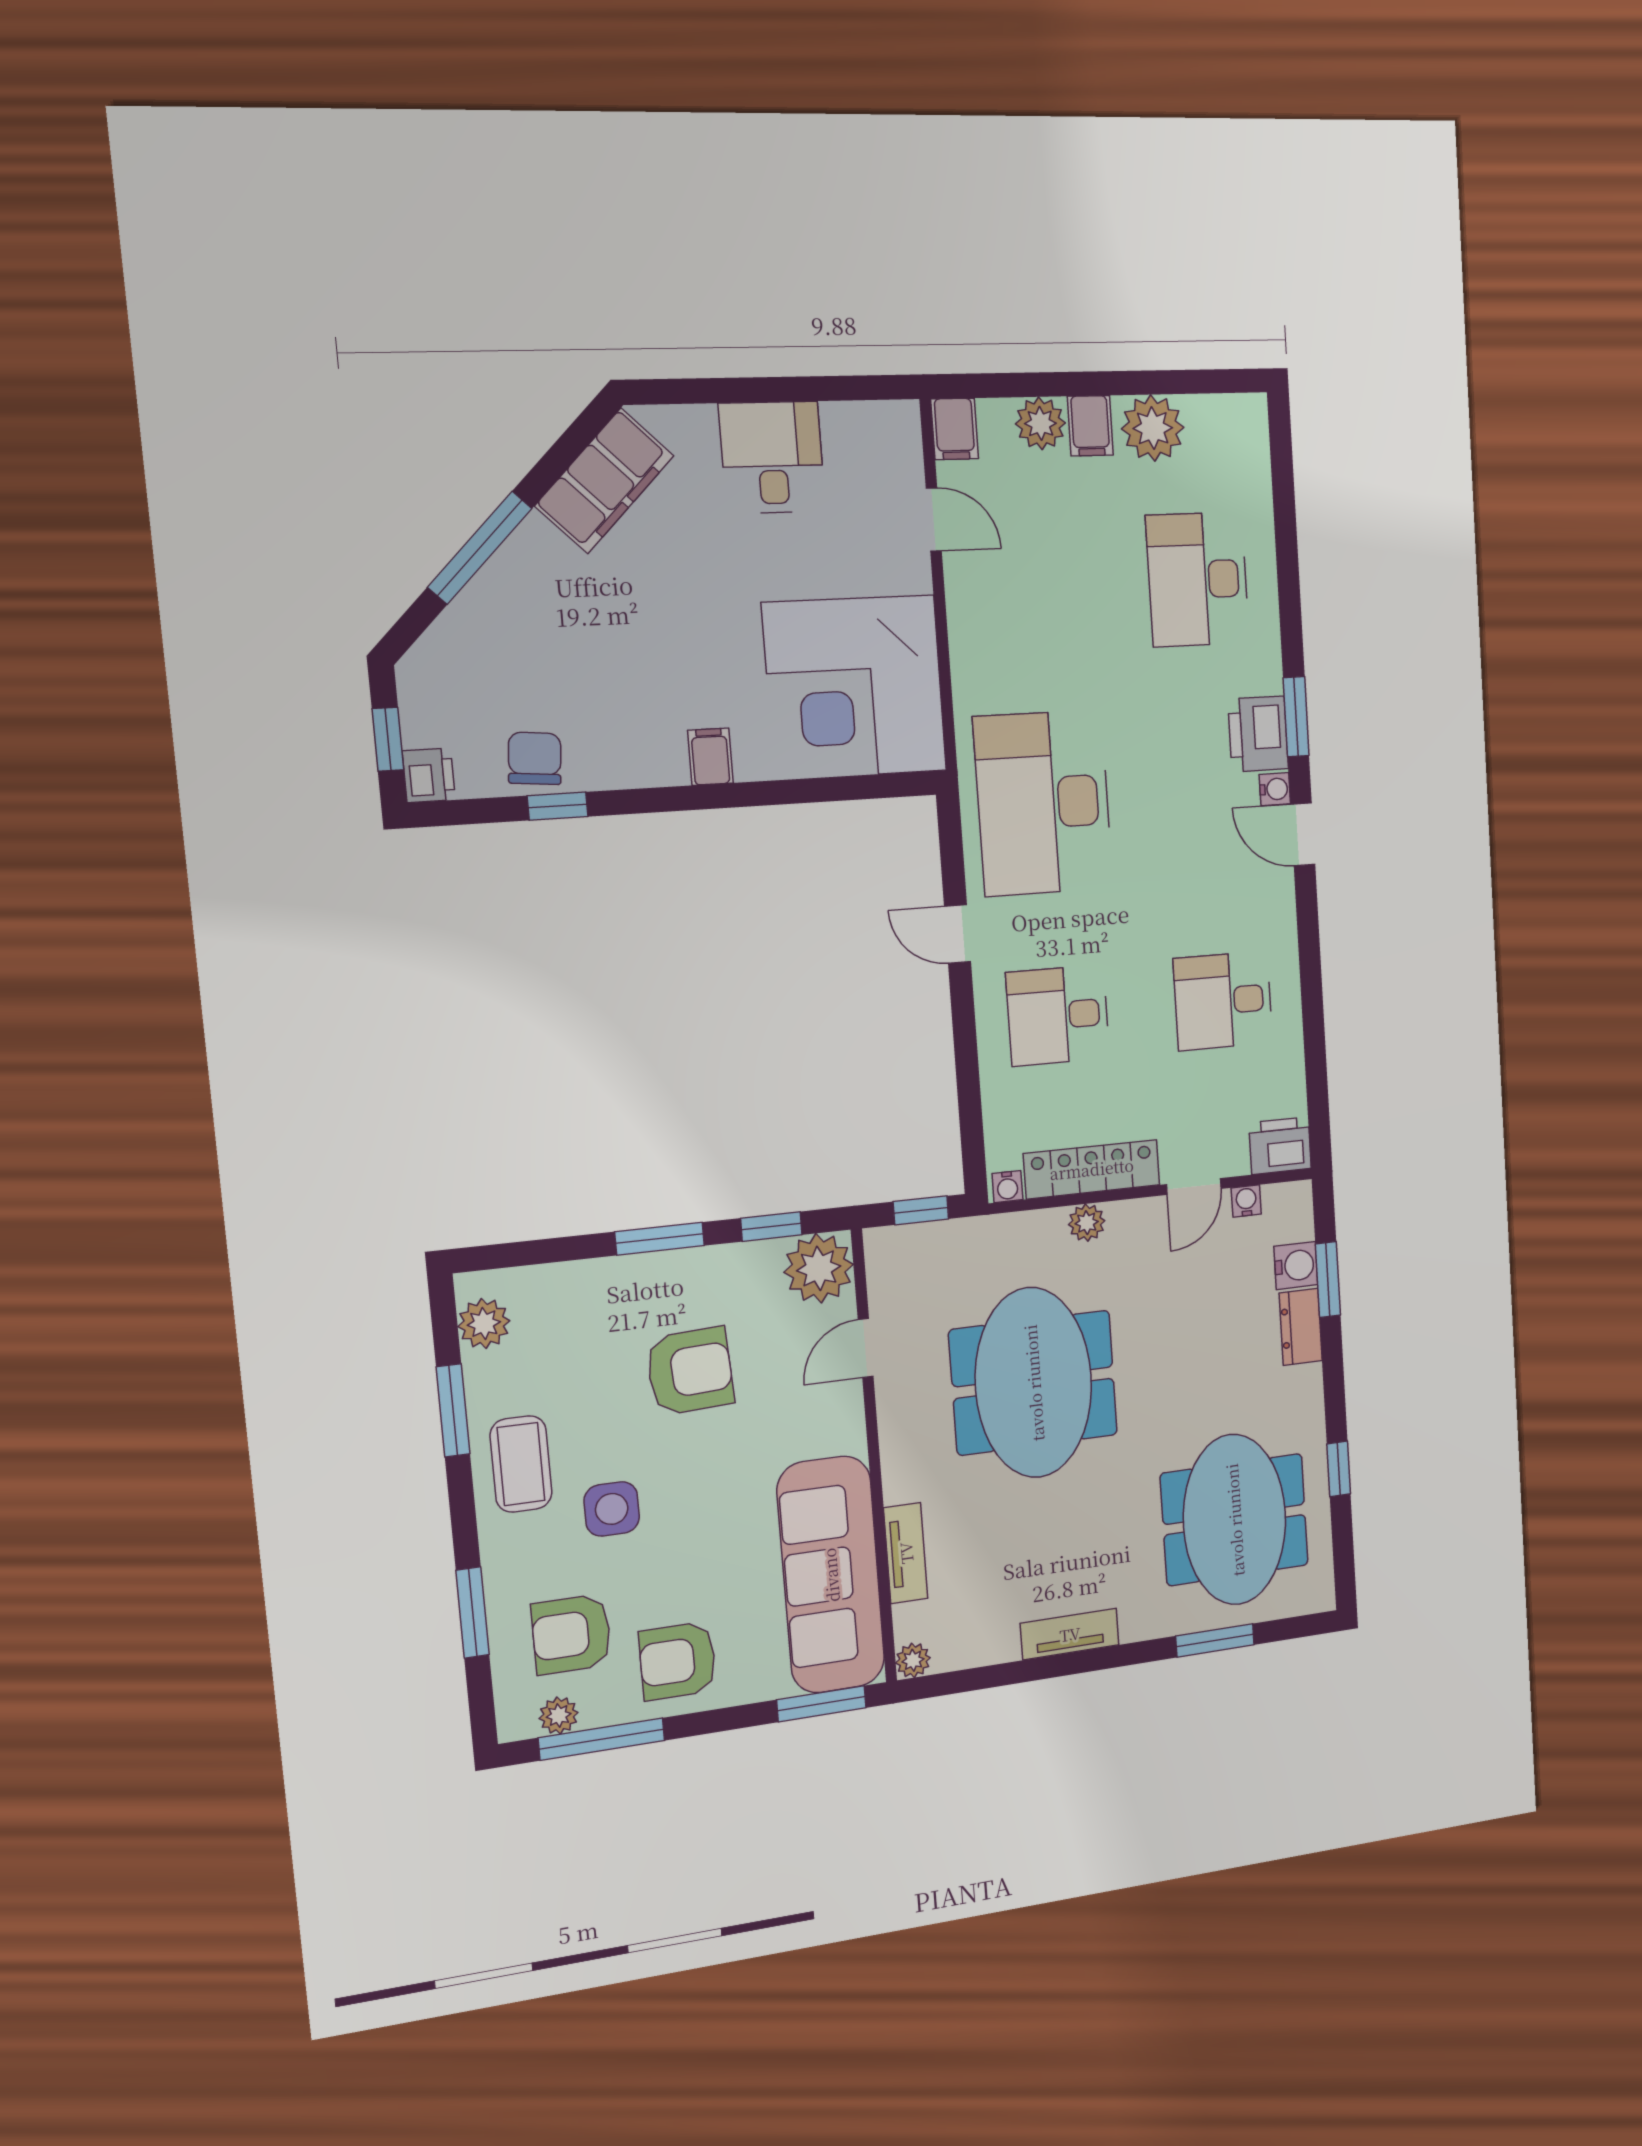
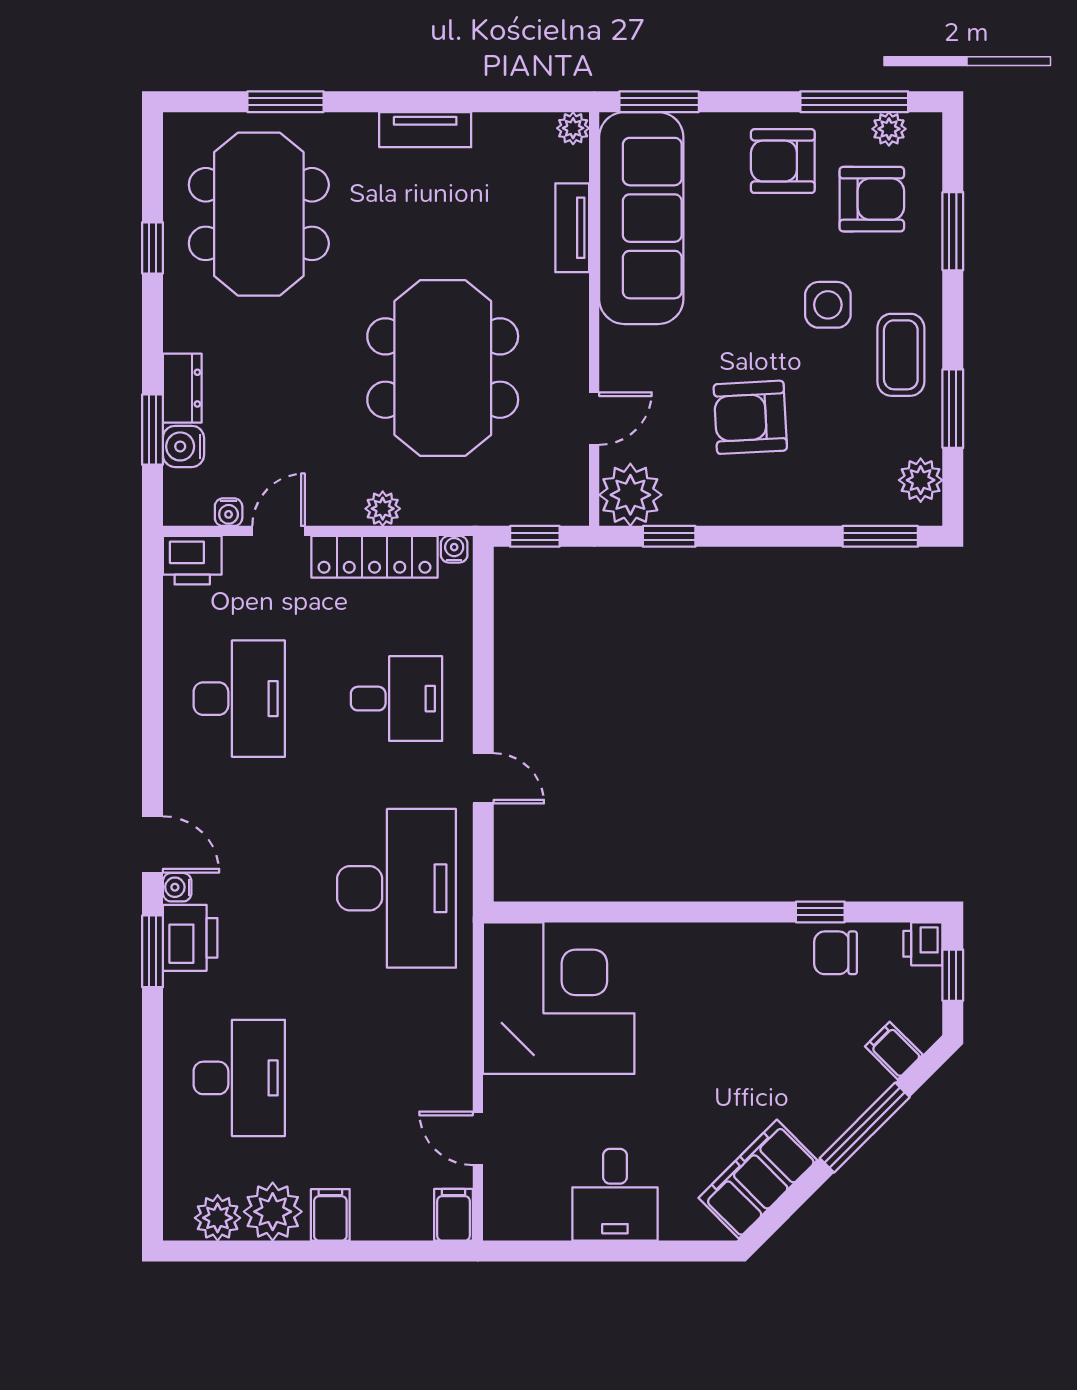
plant: (1040, 423) -> (218, 1218), moved
filing cabinet: (710, 757) -> (894, 1051), moved, turned 135
chair: (535, 758) -> (836, 953), turned 85
desk: (1223, 1001) -> (239, 699), width x1.37
window: (660, 1239) -> (880, 536), moved
armchair: (678, 1661) -> (783, 161), turned 180

